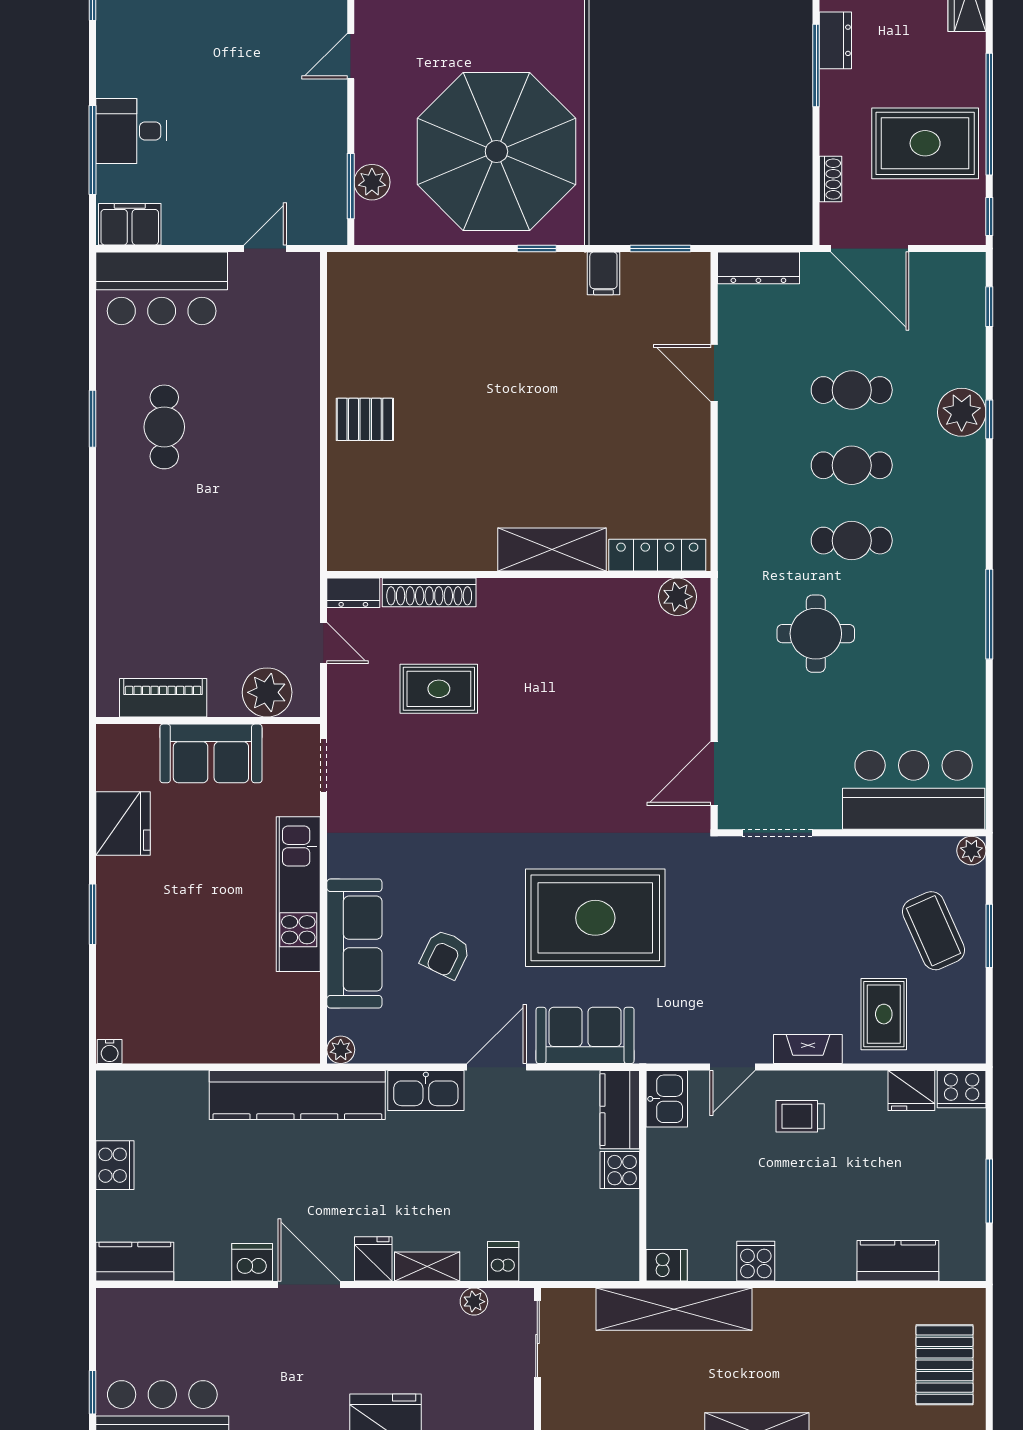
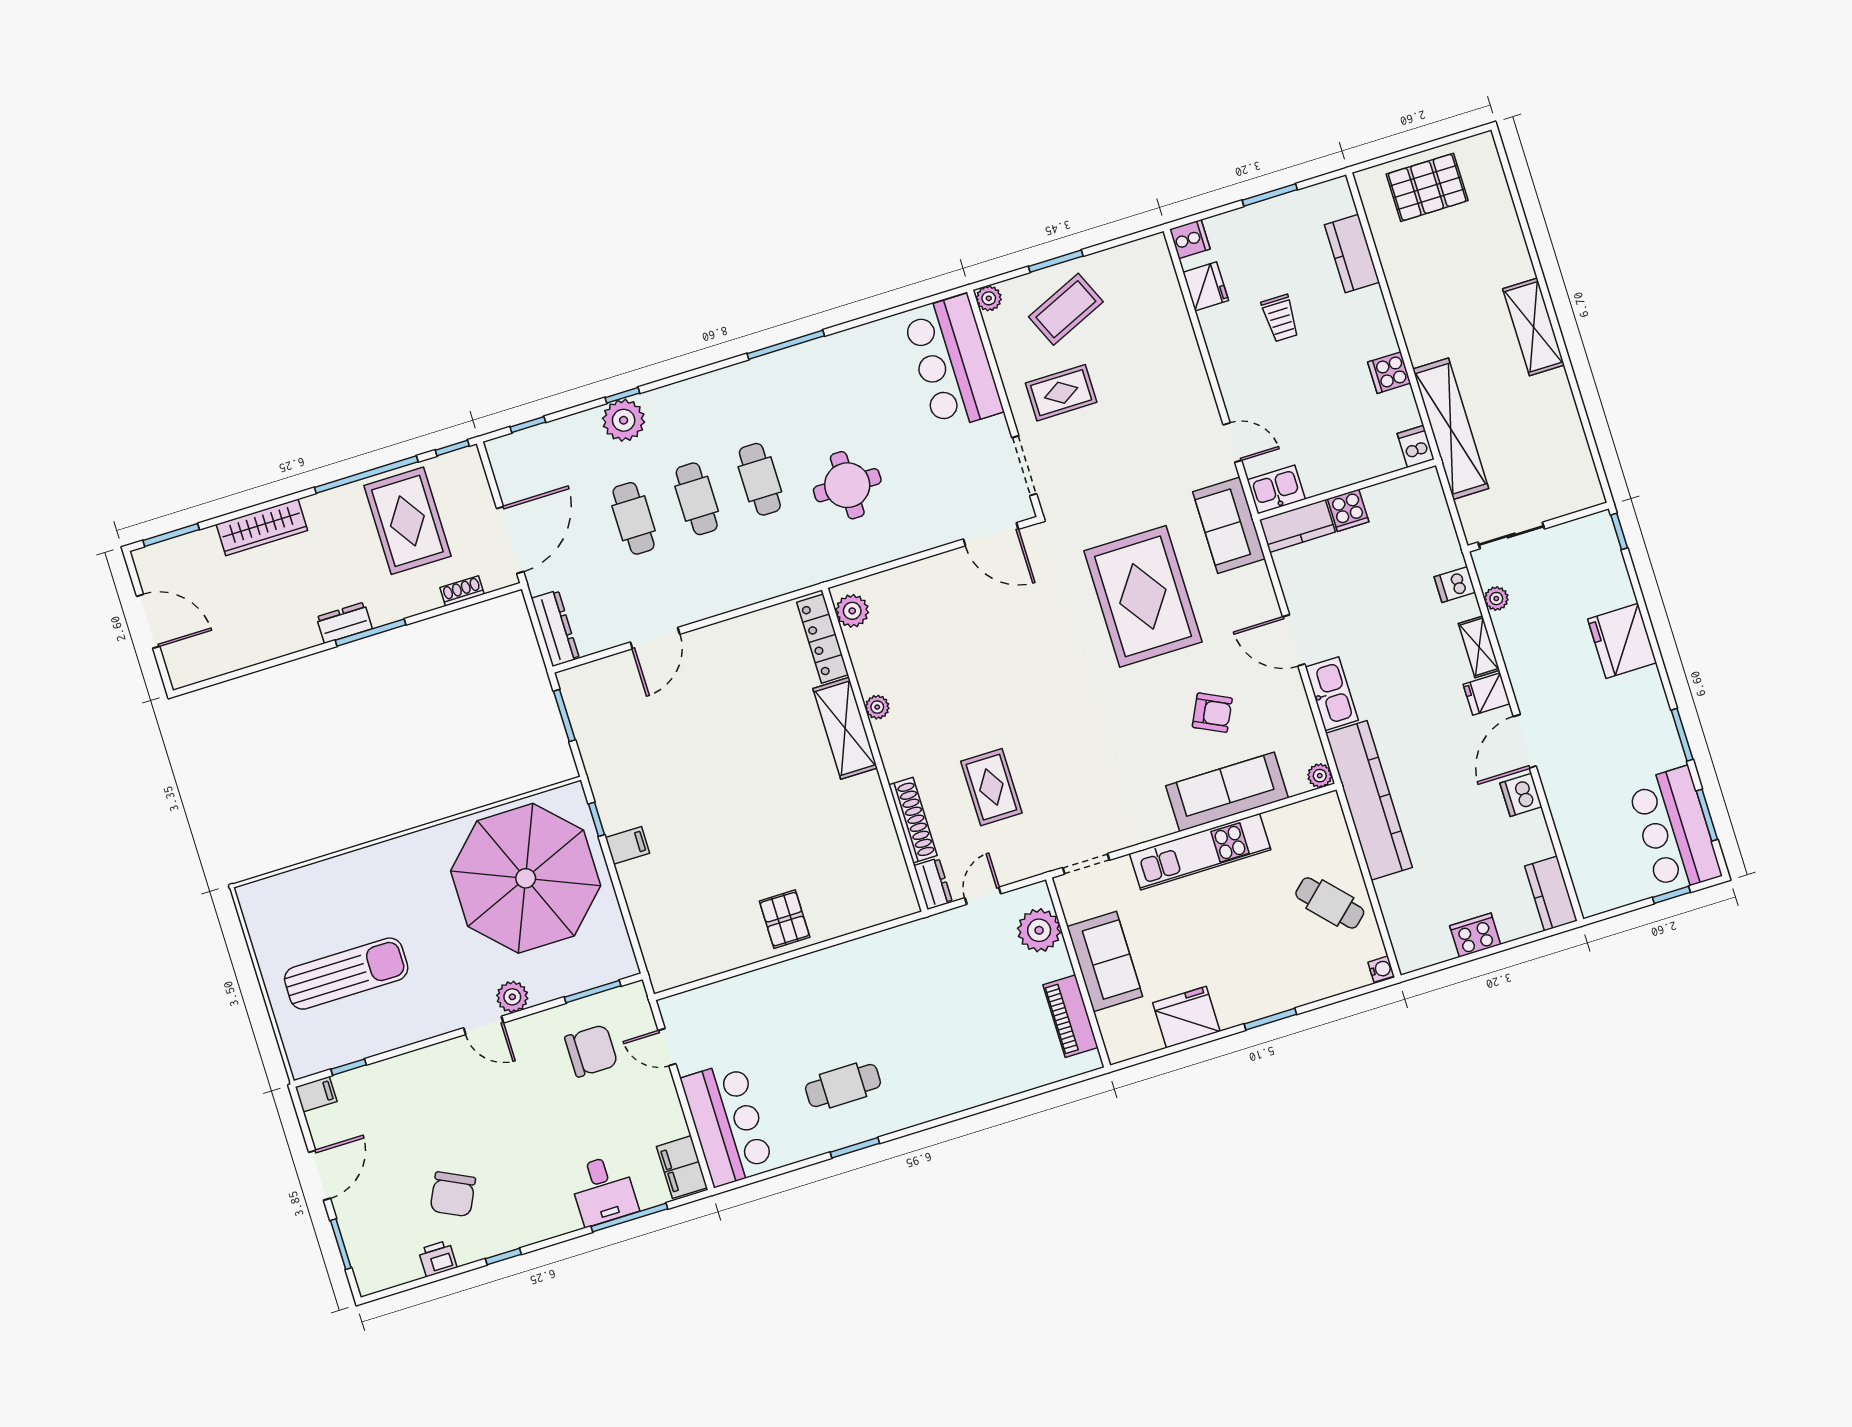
chair: (287, 165) -> (591, 1051), added
plant: (372, 182) -> (512, 997), moved
filing cabinet: (603, 273) -> (627, 845), moved
plant: (564, 592) -> (877, 707), added
rug: (884, 1014) -> (1061, 393), moved
cafe table: (199, 1018) -> (1330, 903), added
sofa: (585, 1035) -> (1229, 525), moved
fireplace: (808, 1049) -> (1198, 384), removed
cooker: (962, 1089) -> (1190, 239), width x0.73
trolley: (800, 1116) -> (1280, 318), moved

